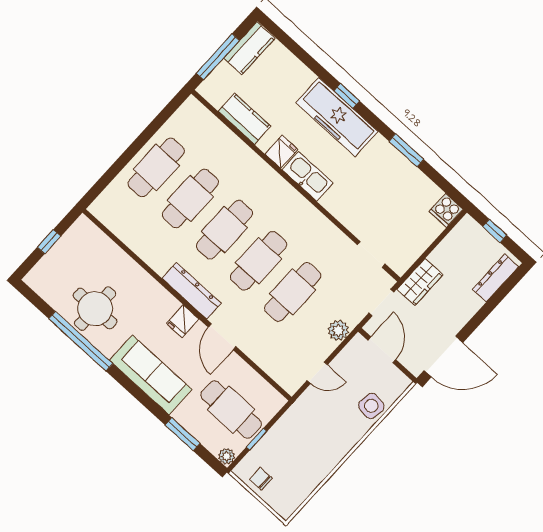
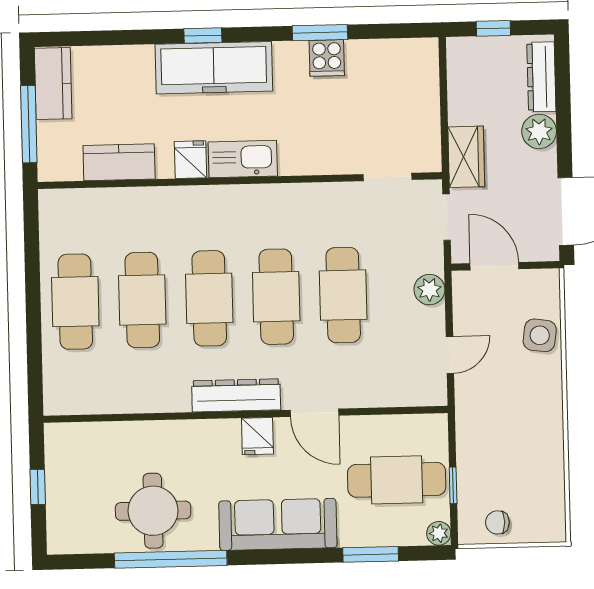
cooker: (446, 210) -> (327, 58), moved
plant: (468, 304) -> (539, 131), added

